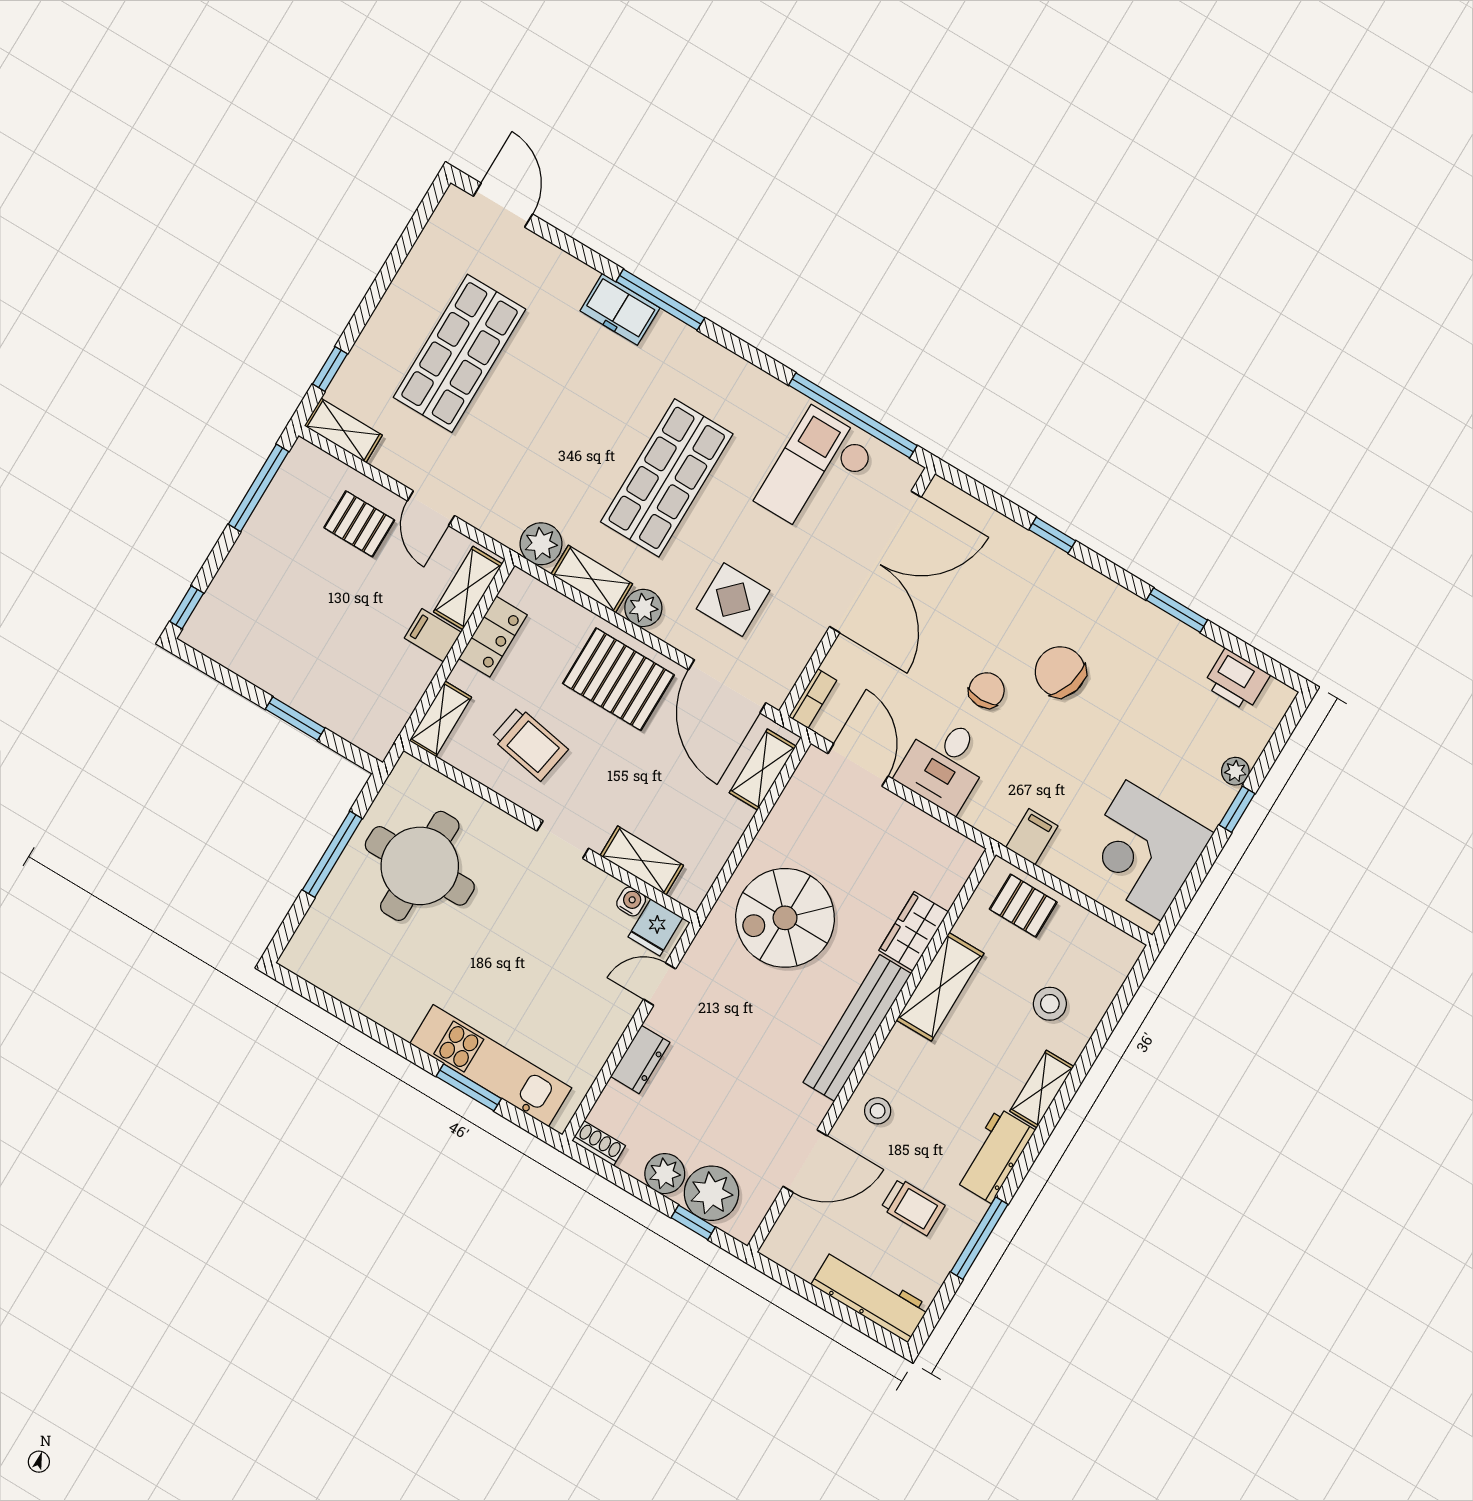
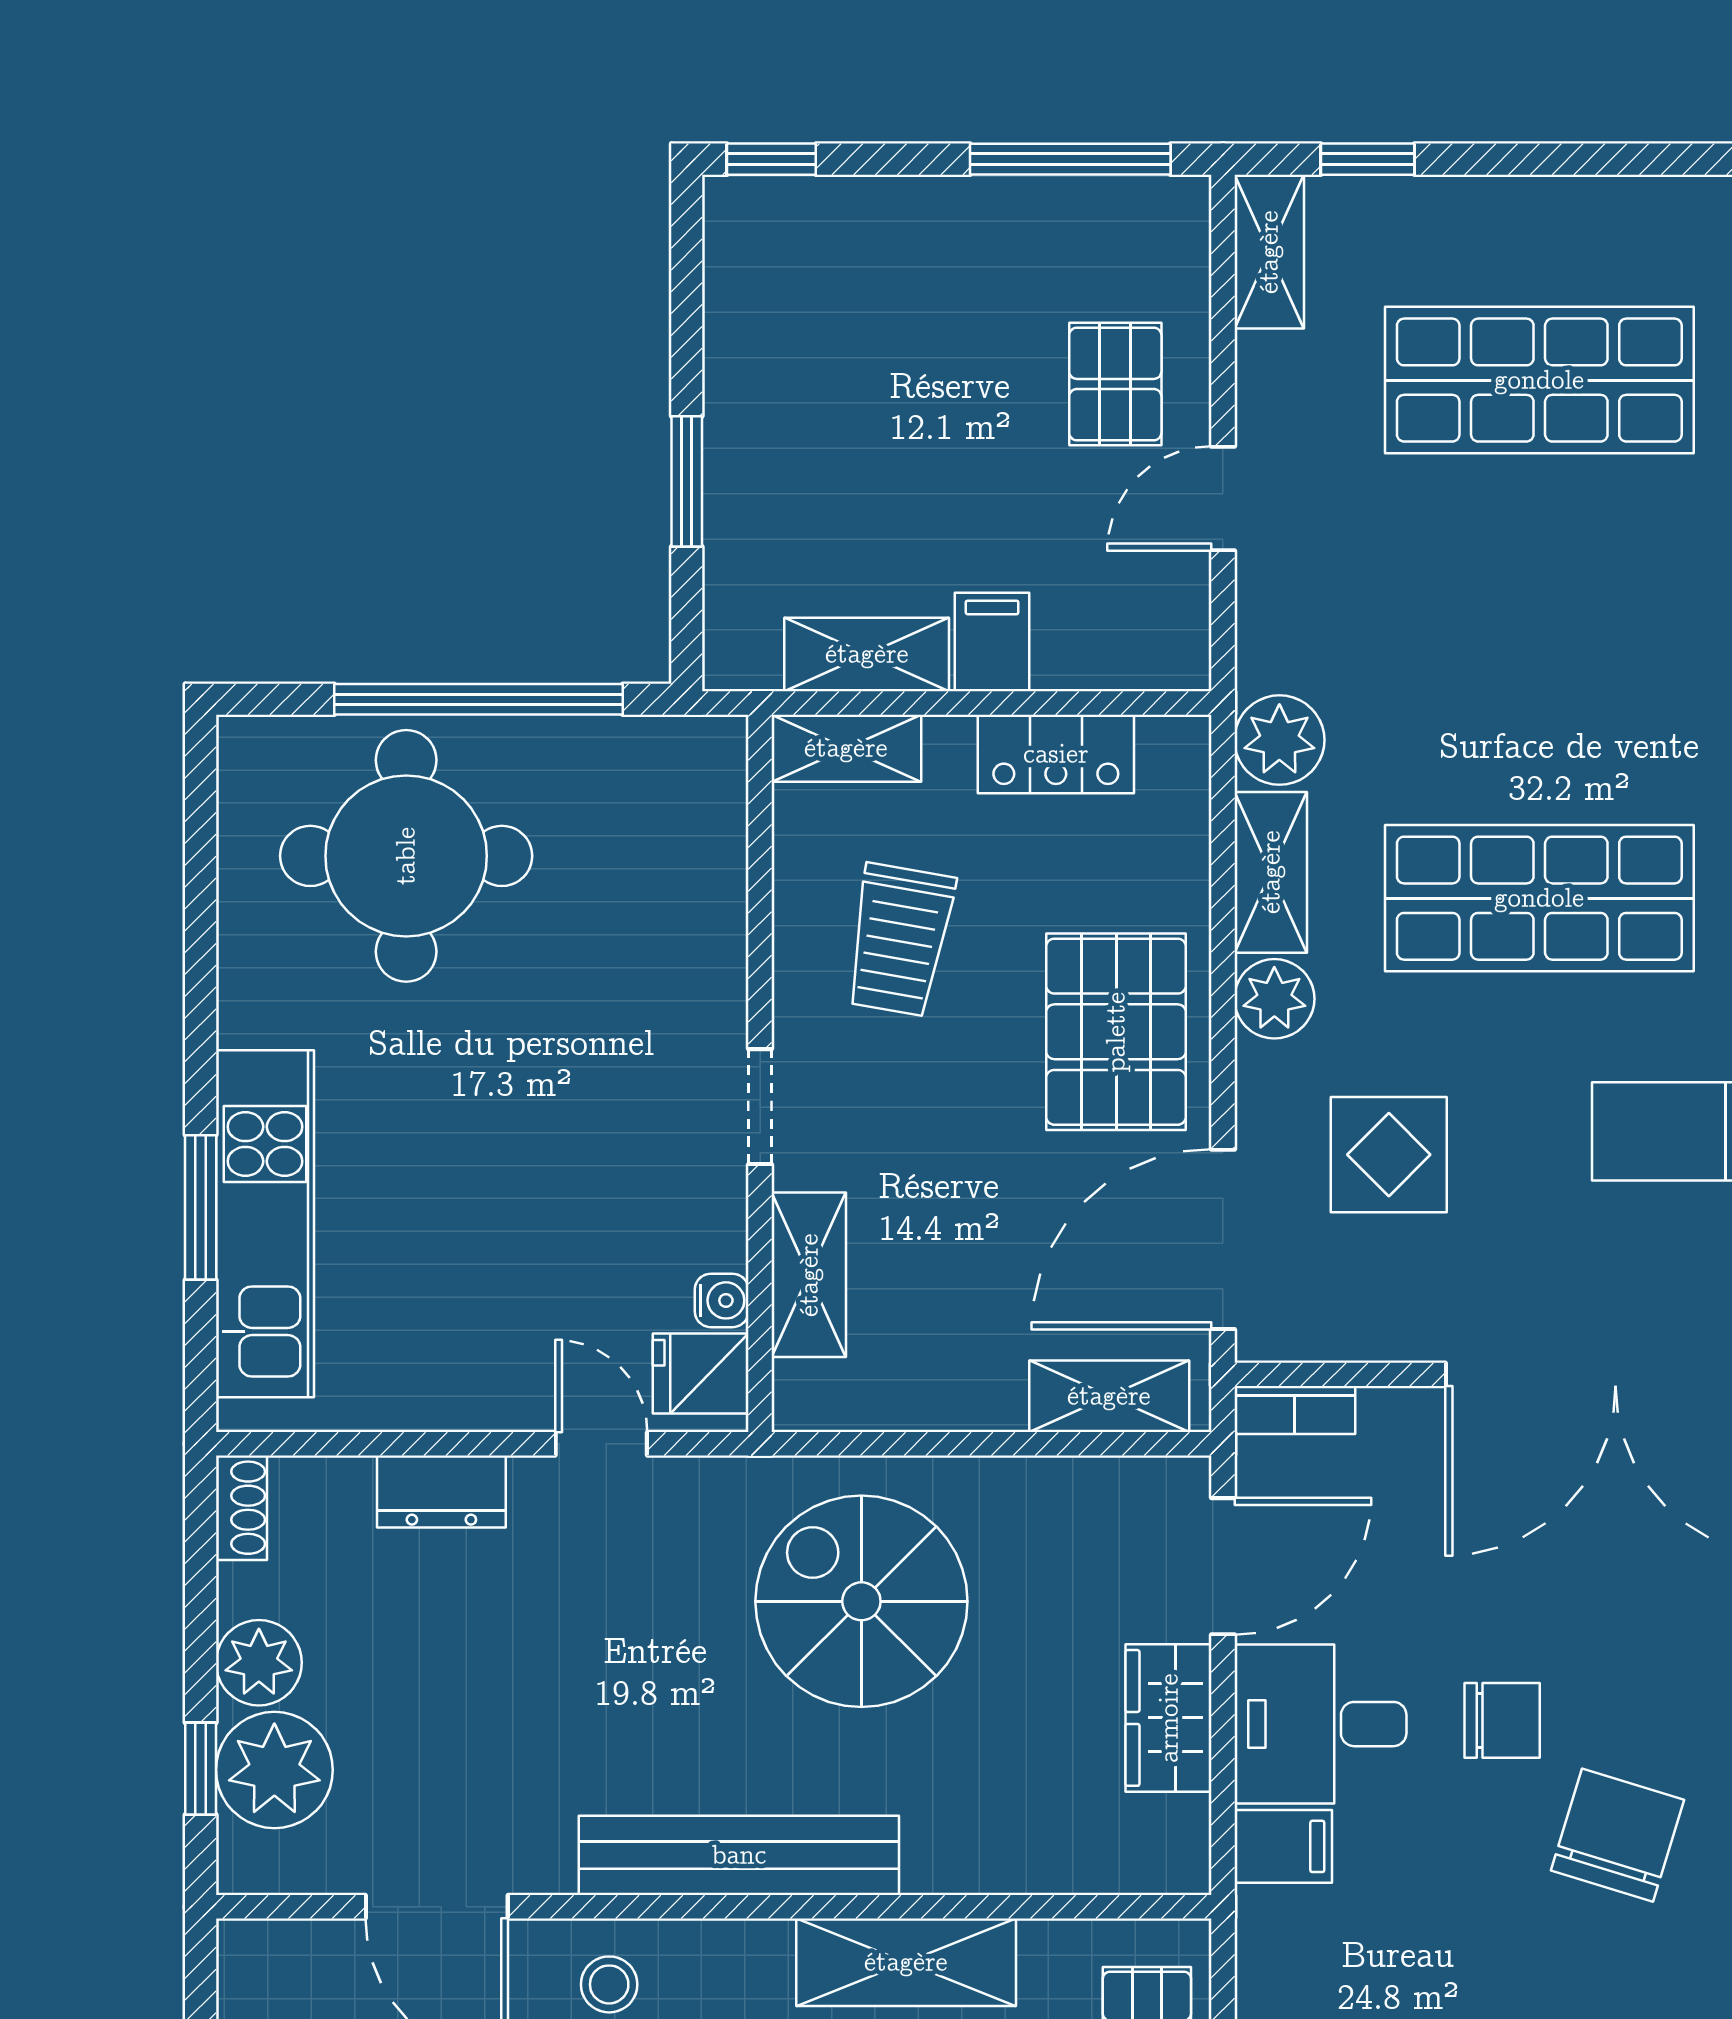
shelving: (468, 588) -> (867, 654), moved
filing cabinet: (1032, 837) -> (1283, 1846), moved
window: (332, 854) -> (478, 699), width x1.46
round table: (420, 866) -> (406, 856), moved
wardrobe: (914, 931) -> (1169, 1718), moved, turned -90

